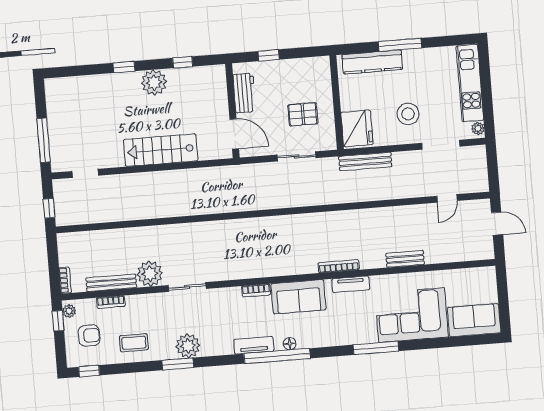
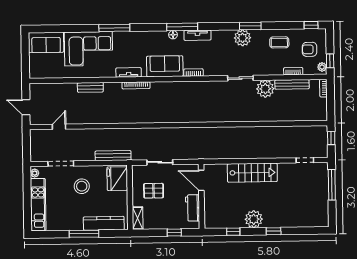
shelving: (323, 73) -> (138, 218), added
window: (277, 356) -> (182, 27), width x0.68

